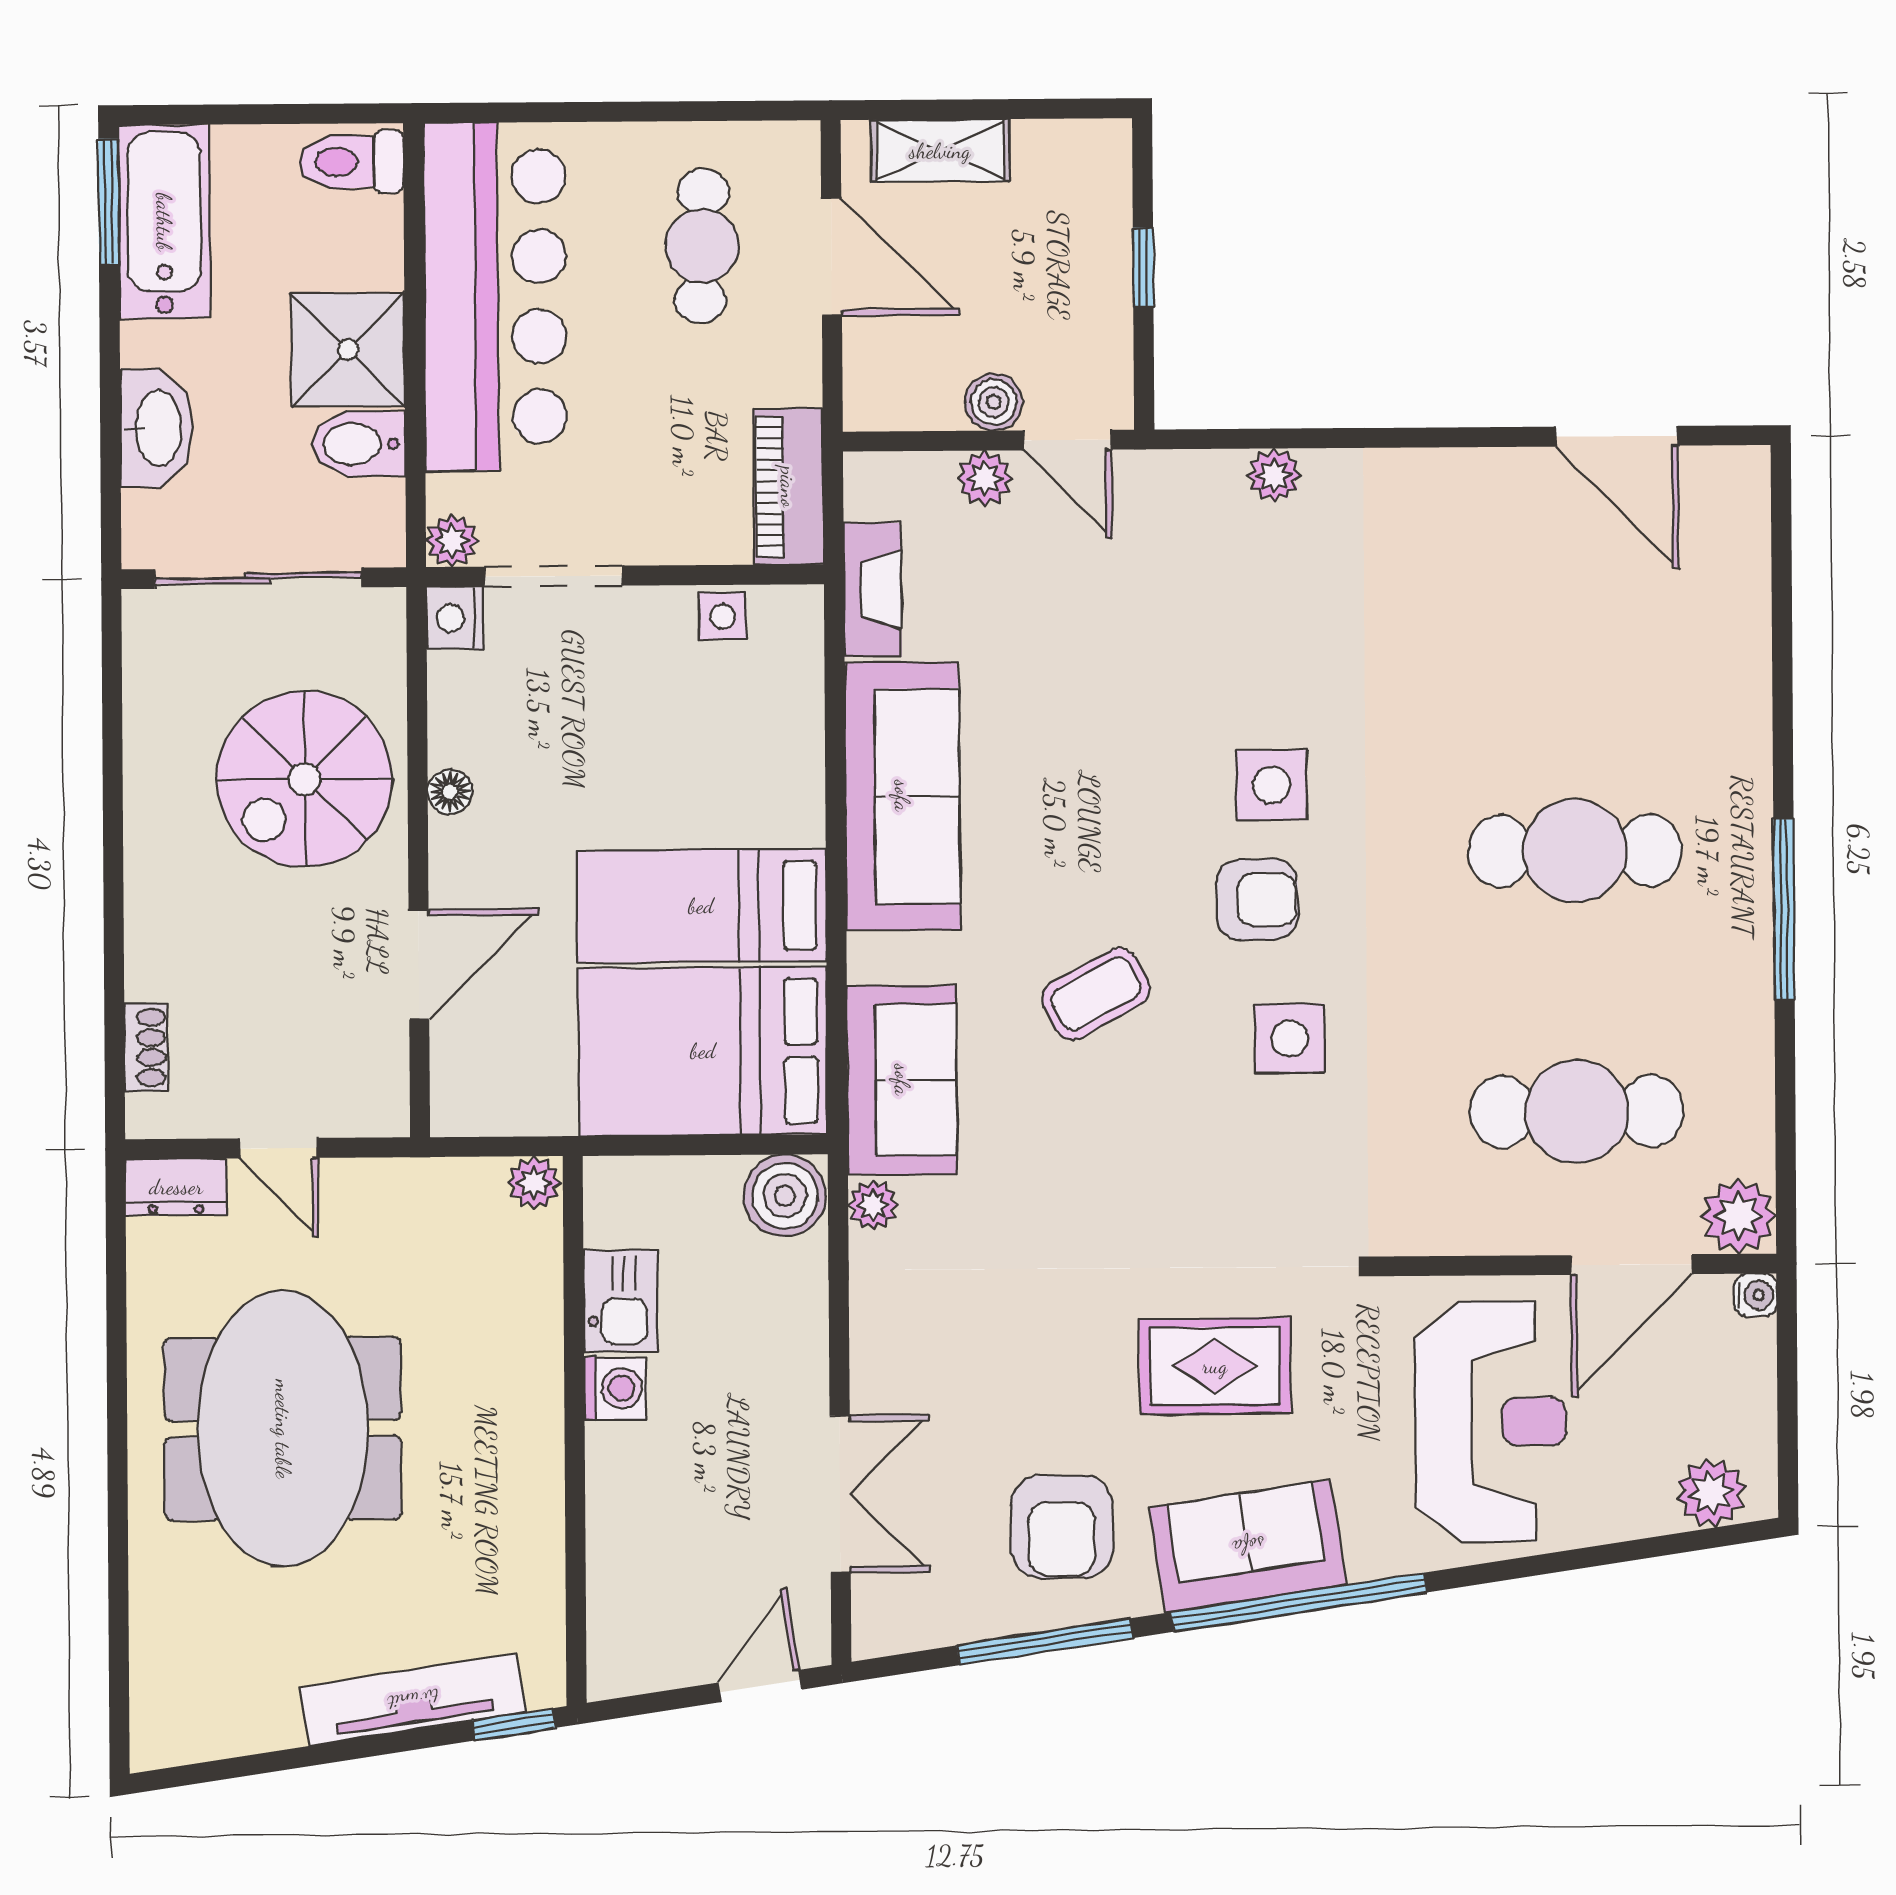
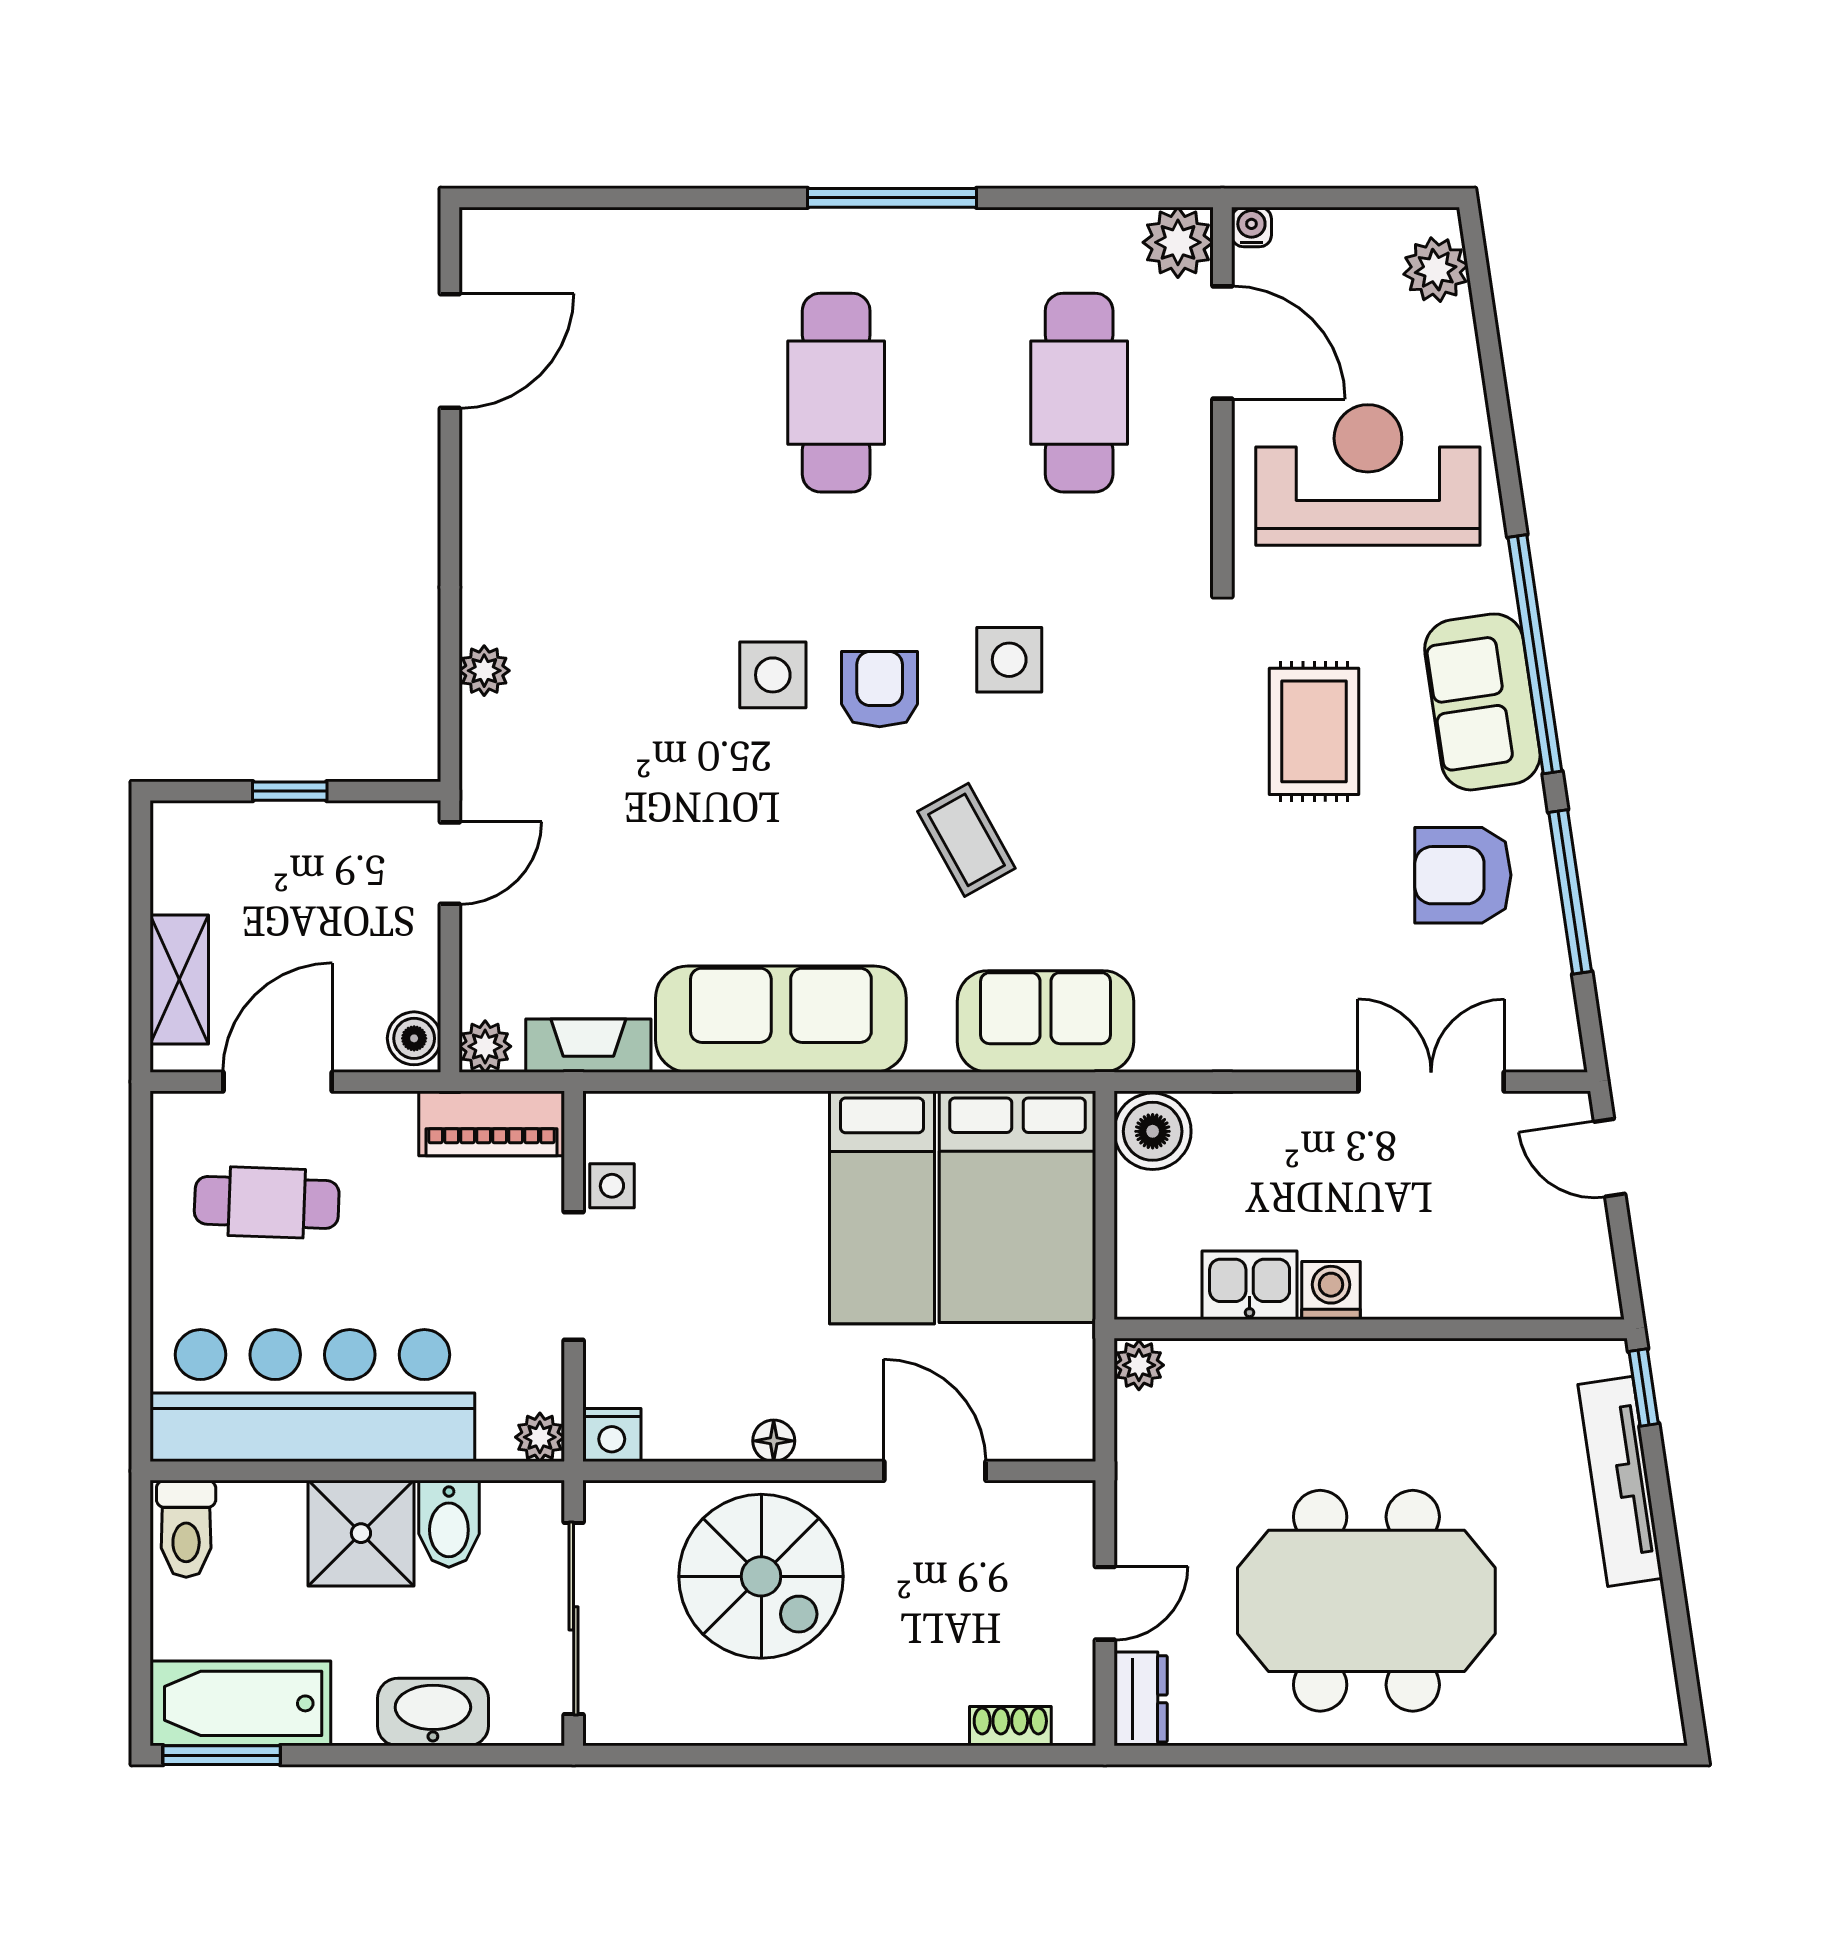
boiler: (994, 402) -> (414, 1038), moved
plant: (985, 478) -> (485, 1046), moved
doorway: (553, 576) -> (574, 1276), moved
plant: (873, 1205) -> (1162, 1049), removed
armchair: (1062, 1527) -> (1463, 875), turned 180

